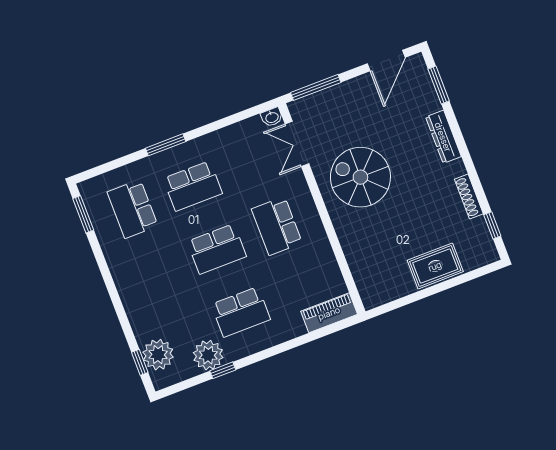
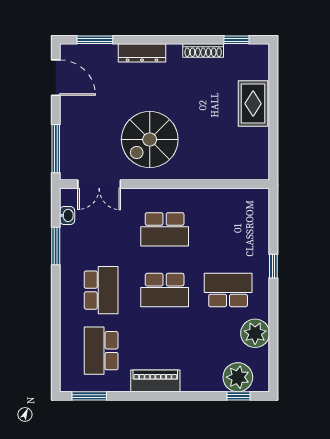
washbasin: (272, 117) -> (67, 215), moved
window: (166, 145) -> (56, 246), moved
school desk: (133, 209) -> (101, 351), turned 90
school desk: (217, 249) -> (165, 290), turned 90
school desk: (241, 312) -> (228, 290), turned -90
piano: (329, 313) -> (155, 381), moved, turned 90
window: (223, 370) -> (273, 266), moved

